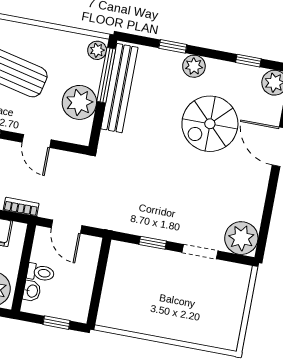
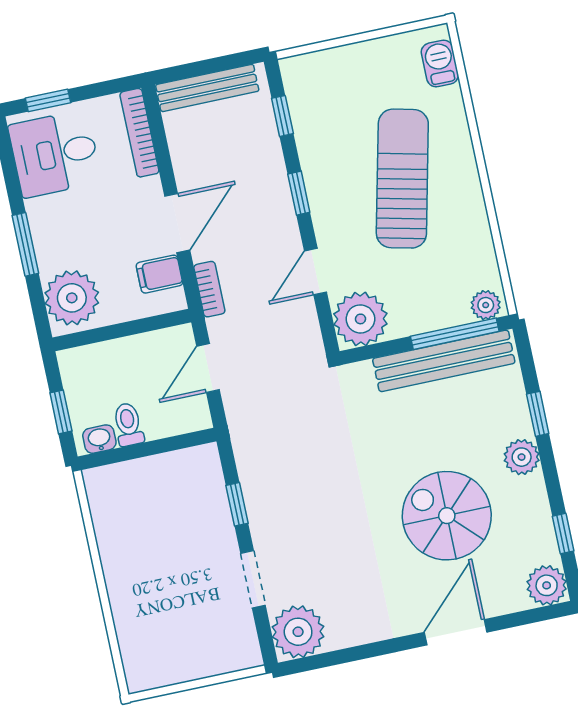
plant: (79, 102) -> (360, 319), moved
toilet: (41, 273) -> (128, 424), moved, turned 180
washbasin: (32, 291) -> (99, 439), moved, turned 180

